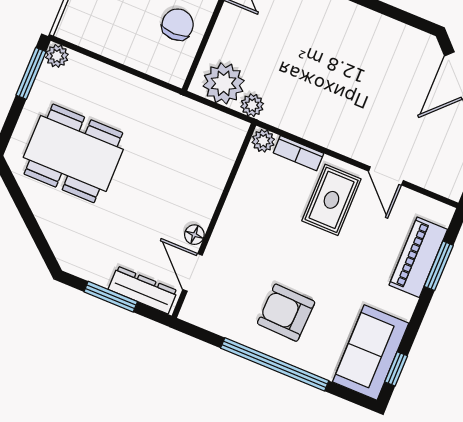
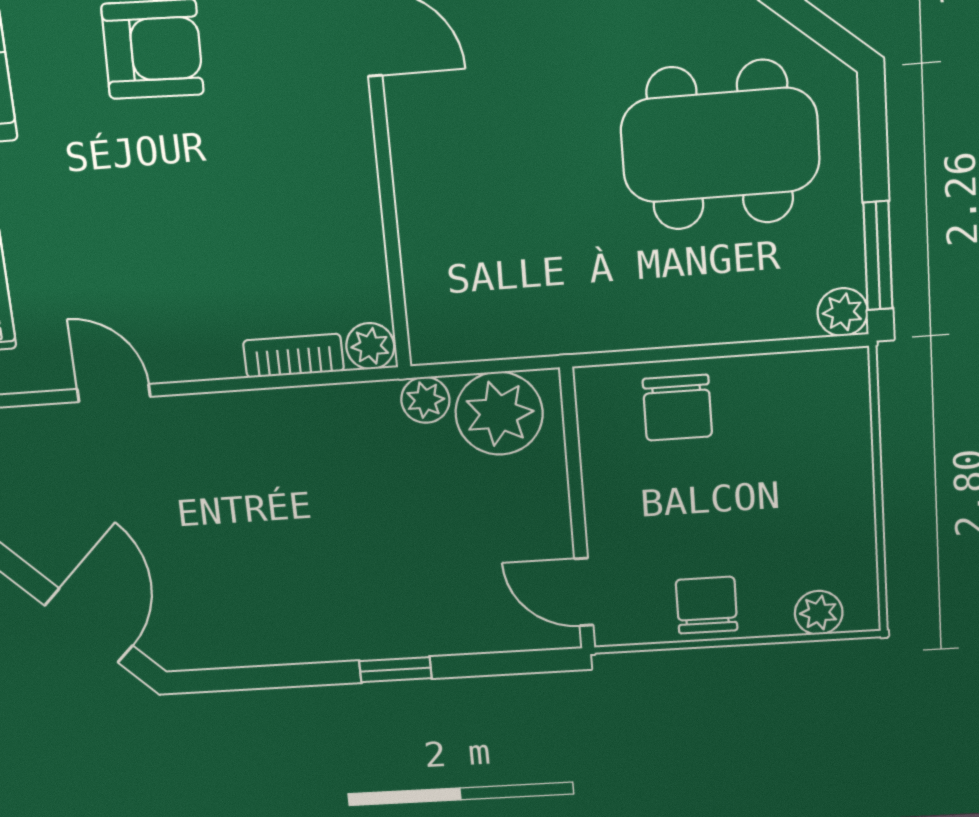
chair: (178, 25) -> (677, 408), moved
rug: (331, 200) -> (187, 302), removed
floor lamp: (194, 235) -> (406, 108), removed

